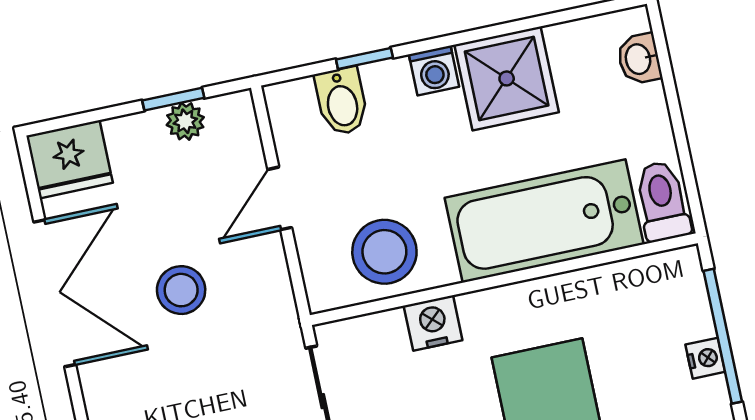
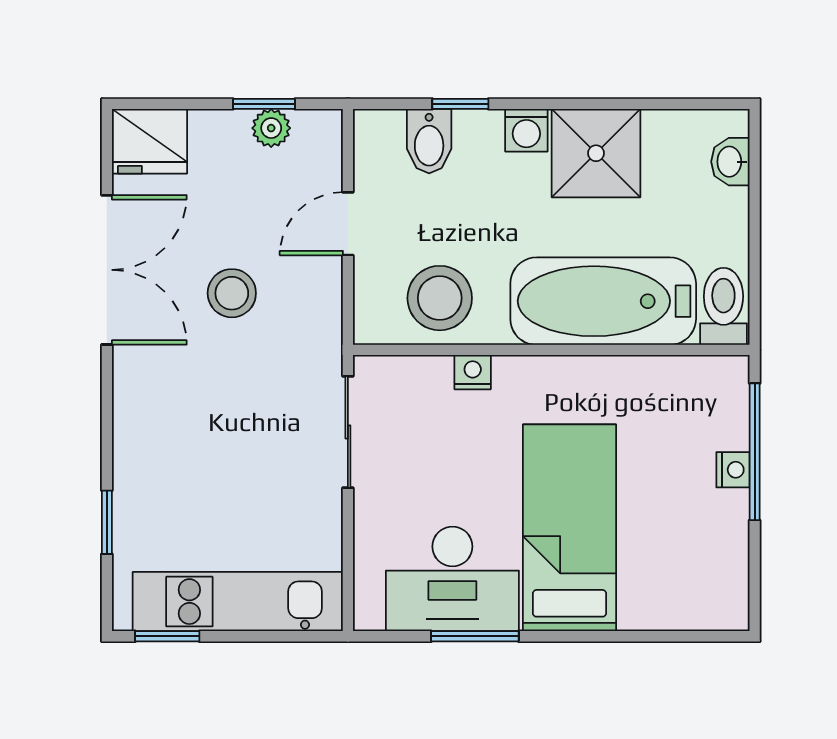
nightstand: (433, 323) -> (473, 372), width x0.72, depth x0.74

